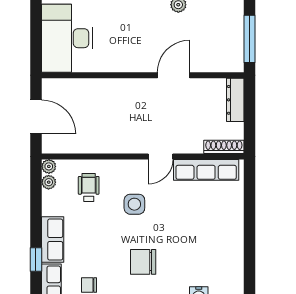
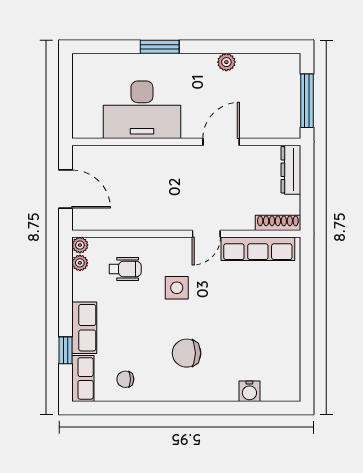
desk: (67, 38) -> (142, 110), moved, turned -90
wheelchair: (89, 188) -> (125, 269), turned 90

